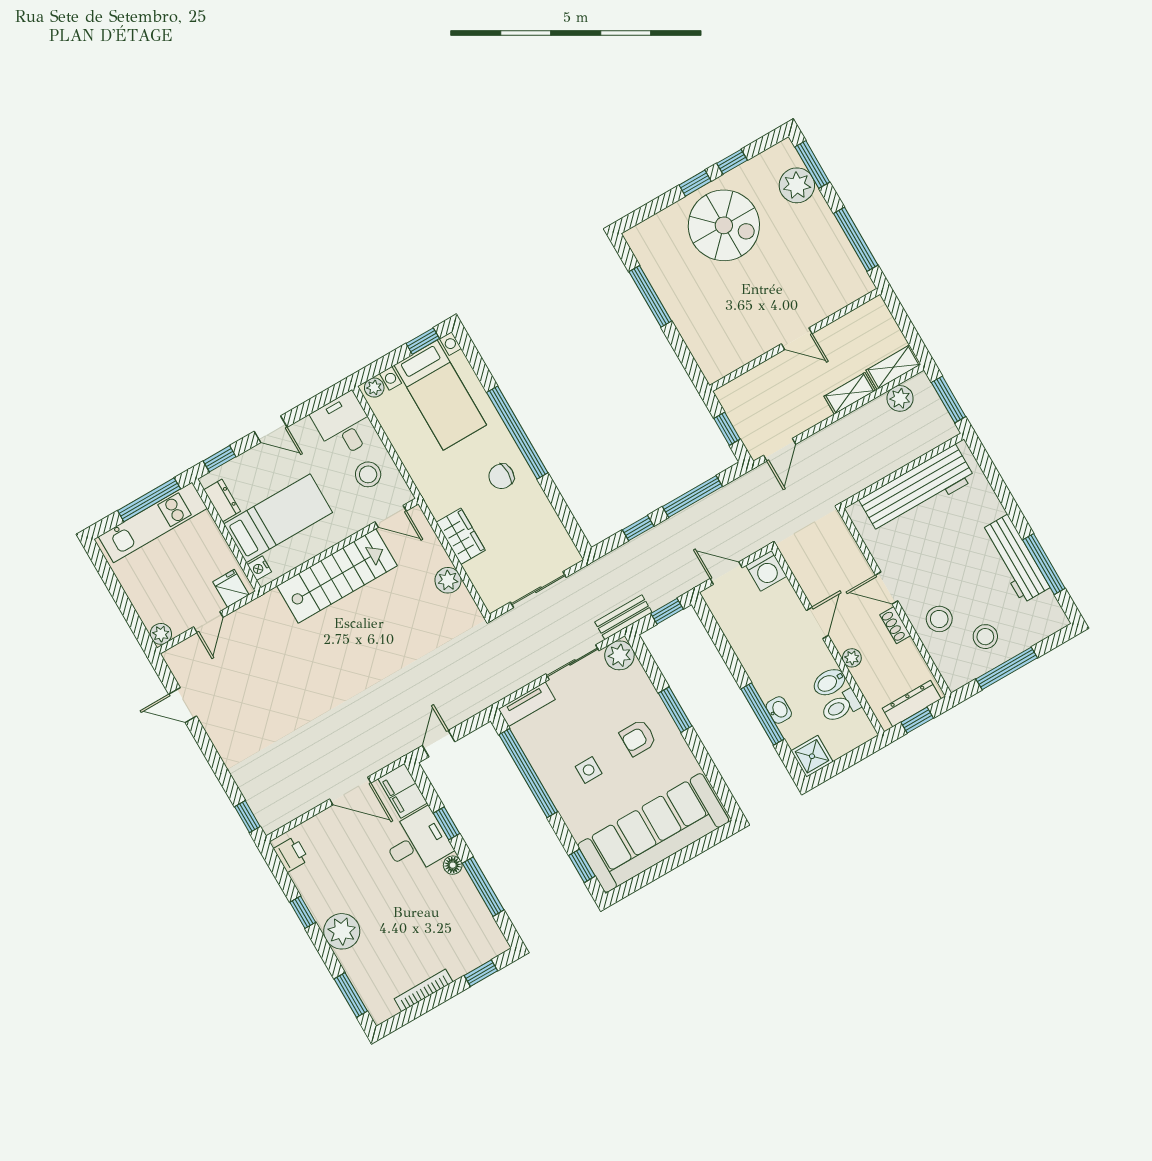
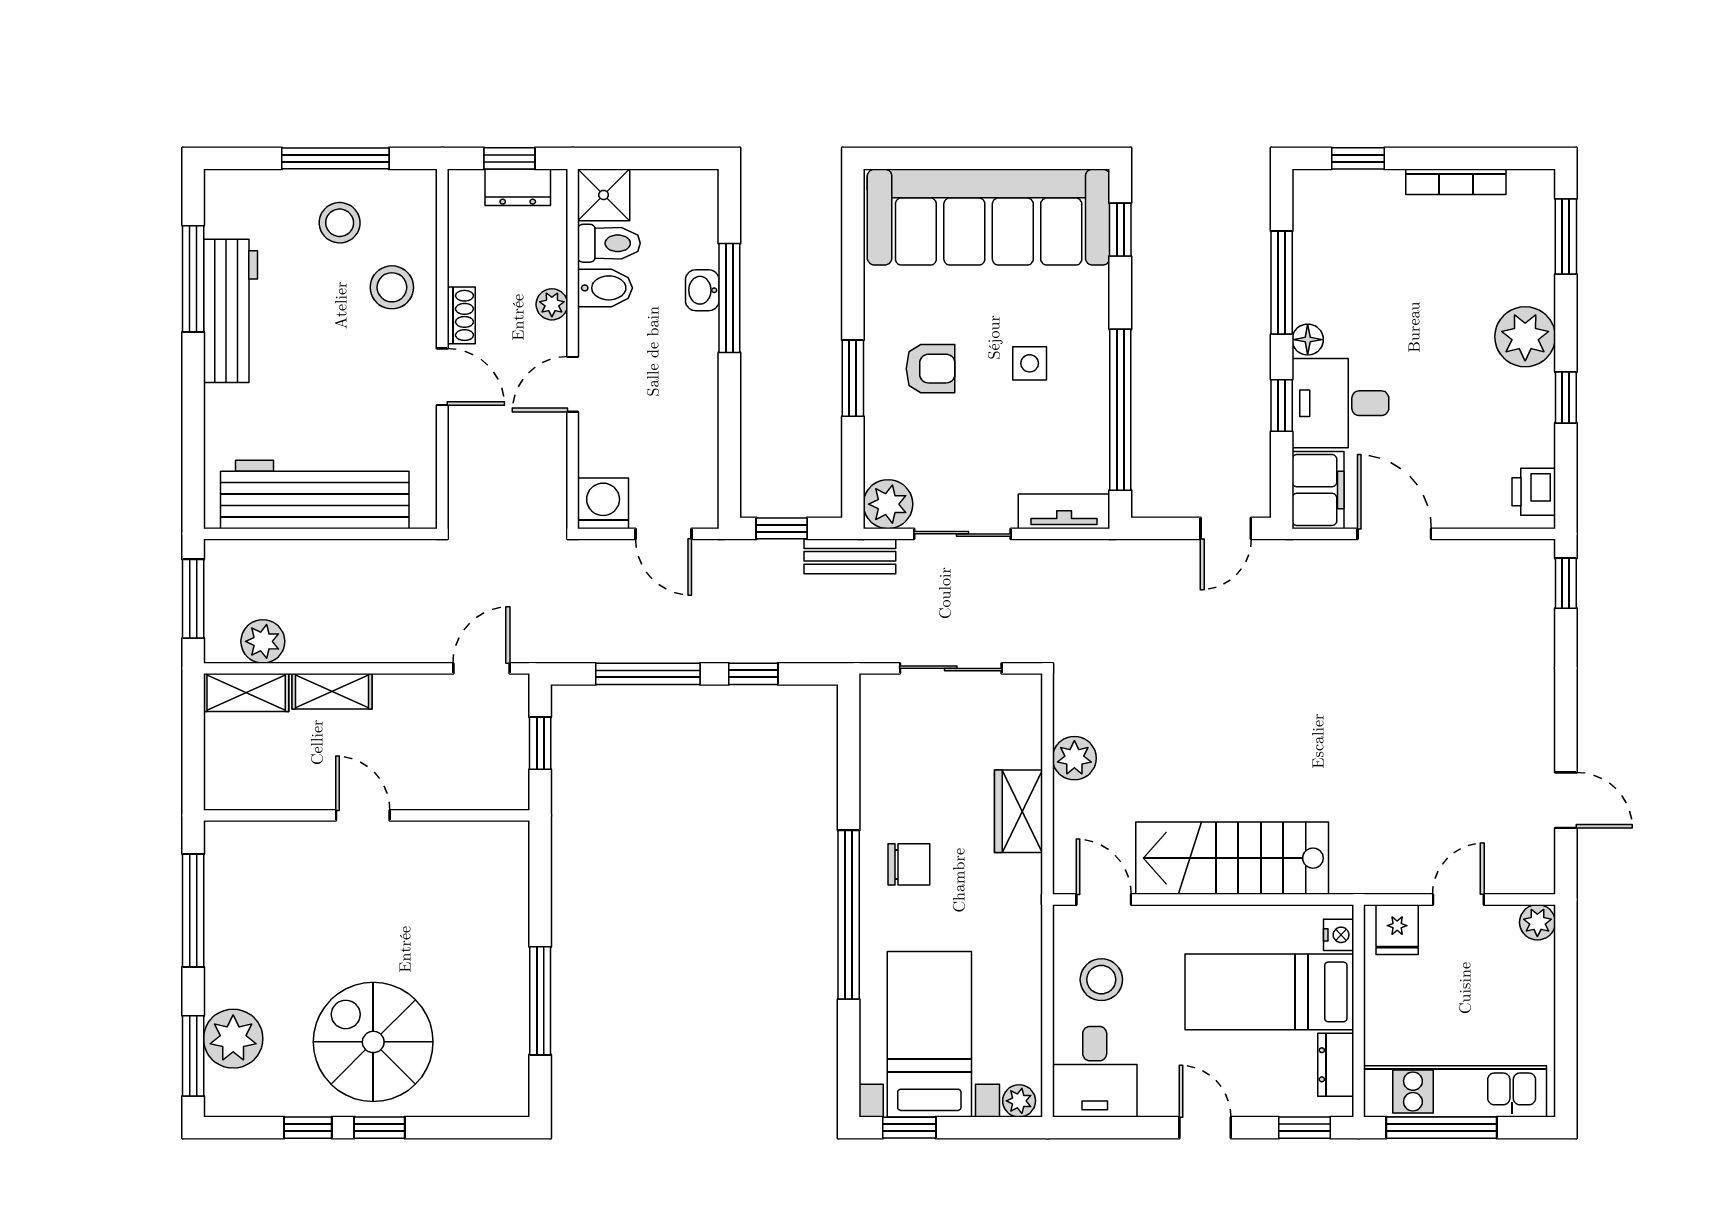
dresser: (912, 704) -> (518, 187), width x0.70
shower: (812, 756) -> (604, 195), moved

